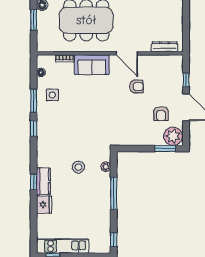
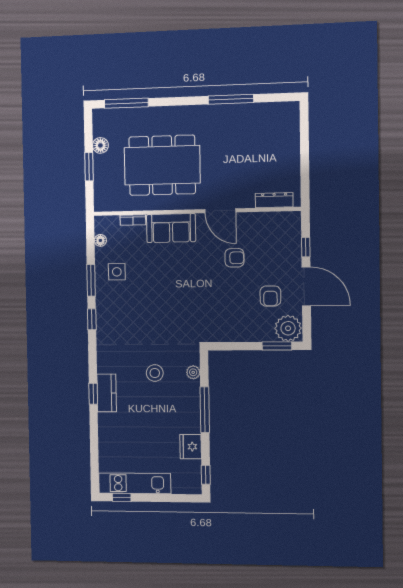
fridge: (44, 205) -> (191, 447), moved, turned 180

